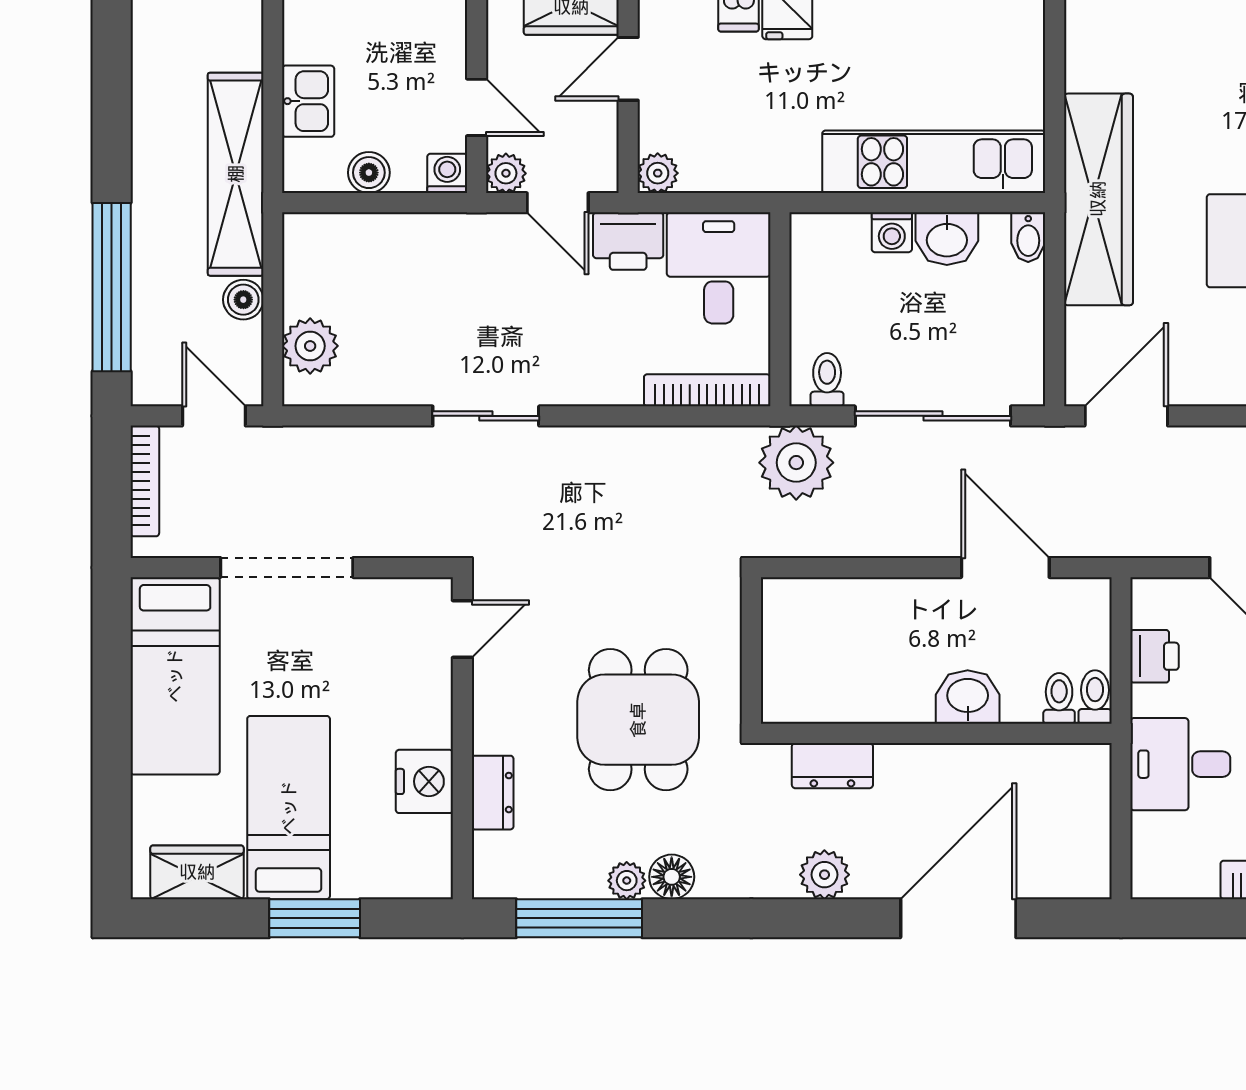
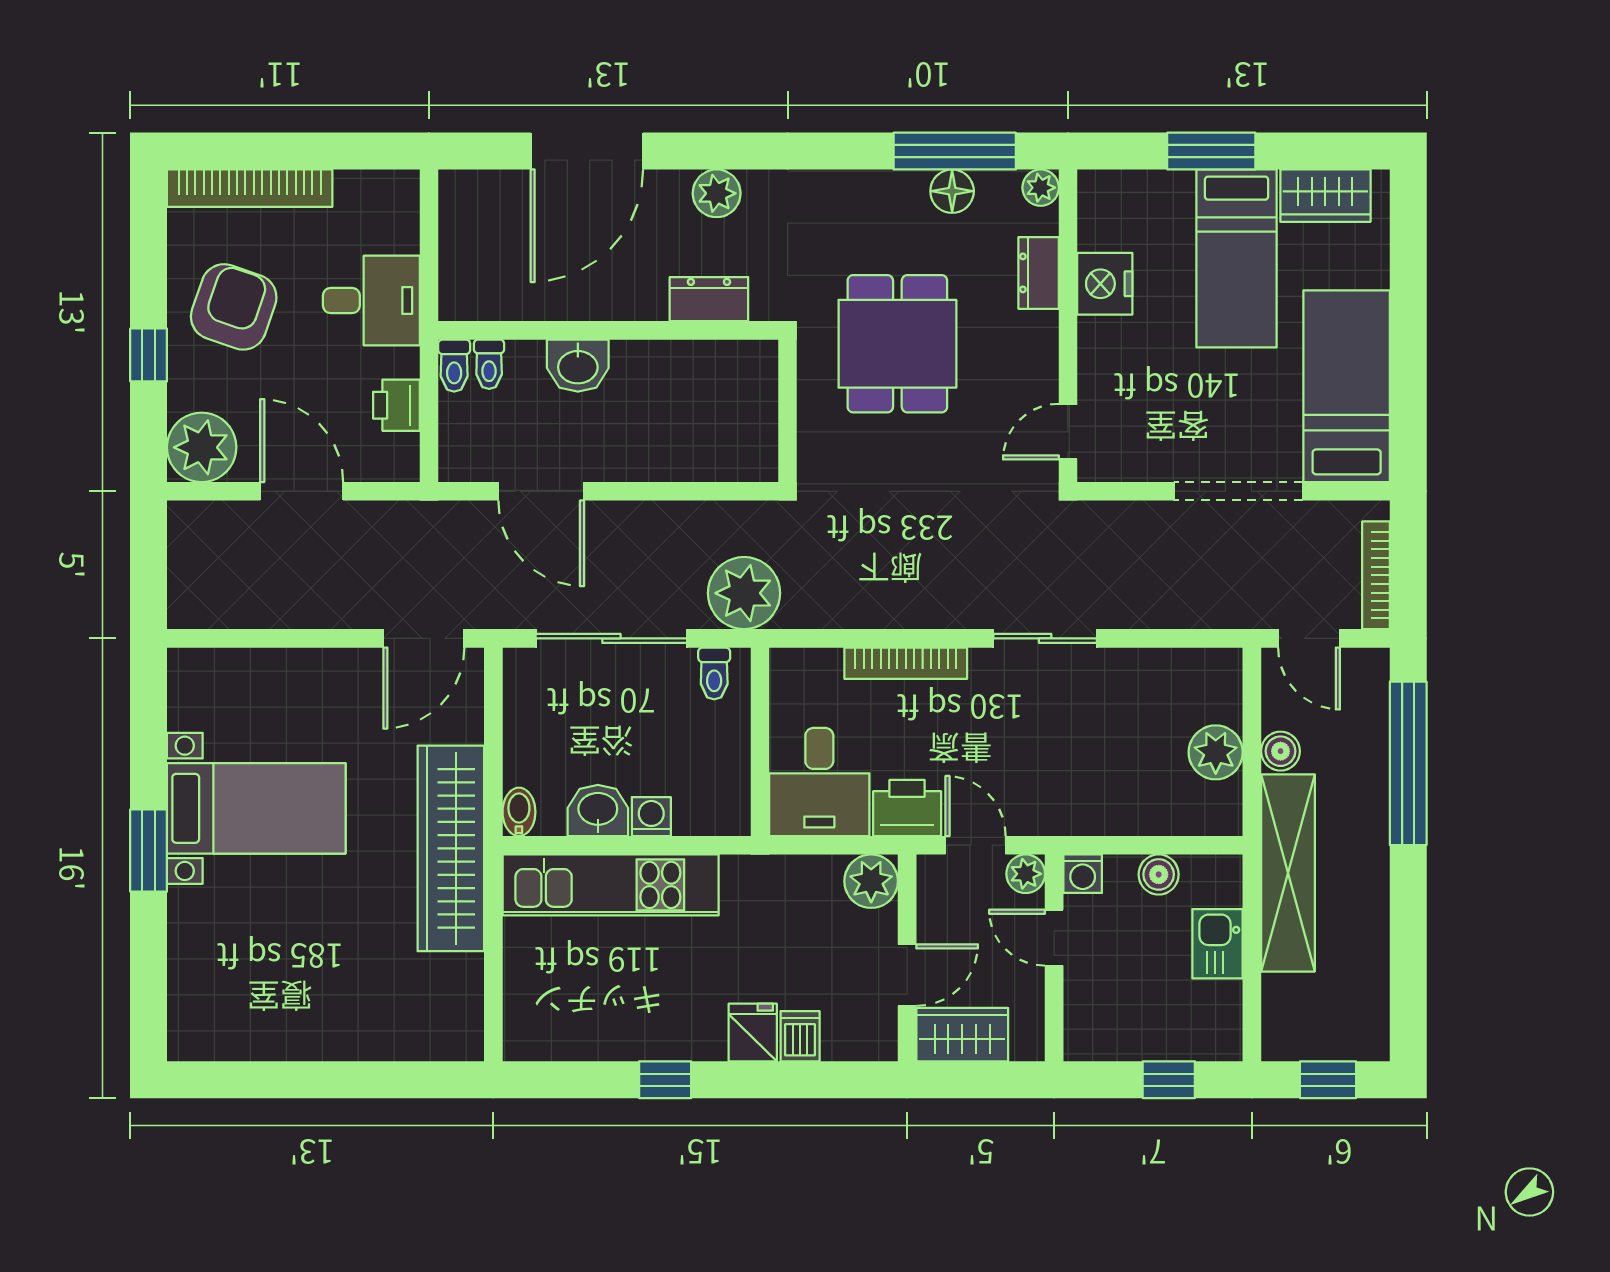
plant: (658, 173) -> (871, 881), width x1.38, depth x1.38
plant: (310, 346) -> (1216, 752), moved
bookcase: (707, 390) -> (906, 663), moved
floor lamp: (672, 877) -> (952, 191), moved
plant: (627, 881) -> (1041, 188), moved

